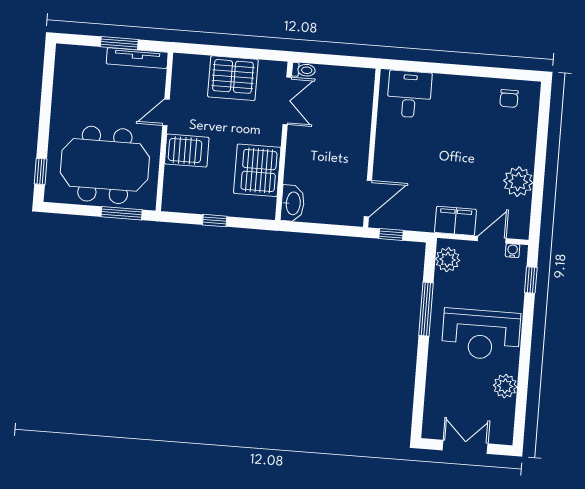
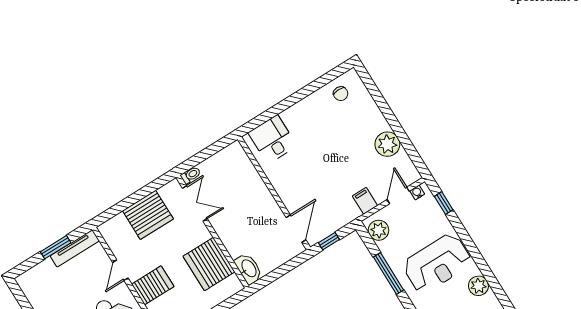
filing cabinet: (455, 221) -> (365, 201), width x0.50

